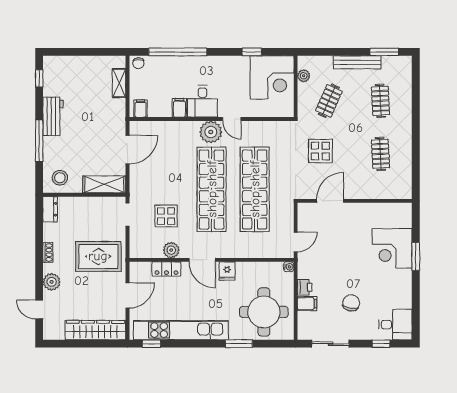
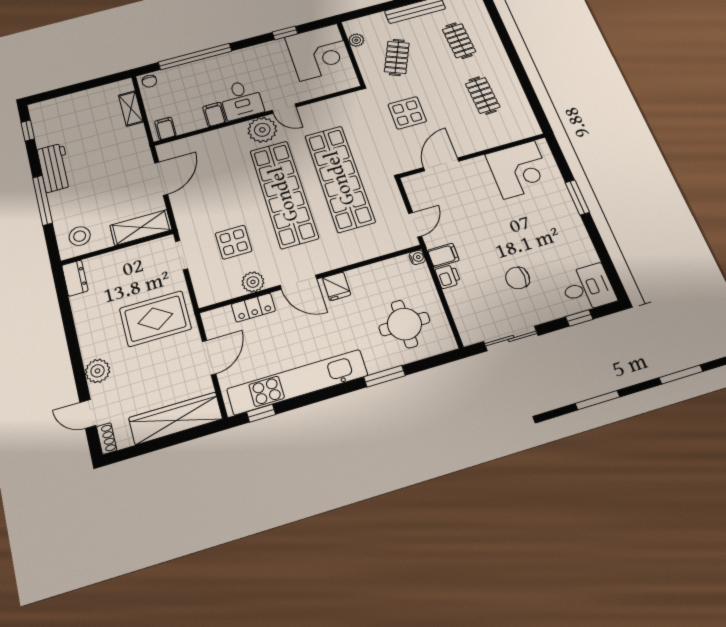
corner desk: (392, 248) -> (519, 170), moved, turned -90
shoe rack: (48, 252) -> (107, 439), moved
chair: (351, 303) -> (518, 278), turned -101
filing cabinet: (307, 304) -> (443, 255), moved
round table: (264, 312) -> (404, 324), width x0.73, depth x0.73

